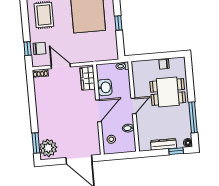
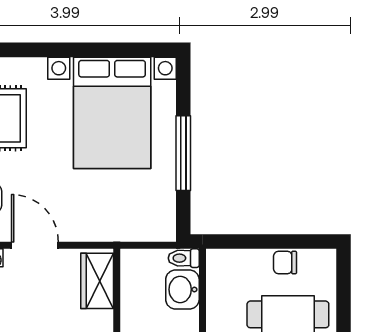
window: (118, 23) -> (183, 153), width x2.17
washbasin: (105, 87) -> (182, 289), moved, turned 180

